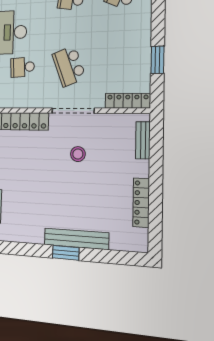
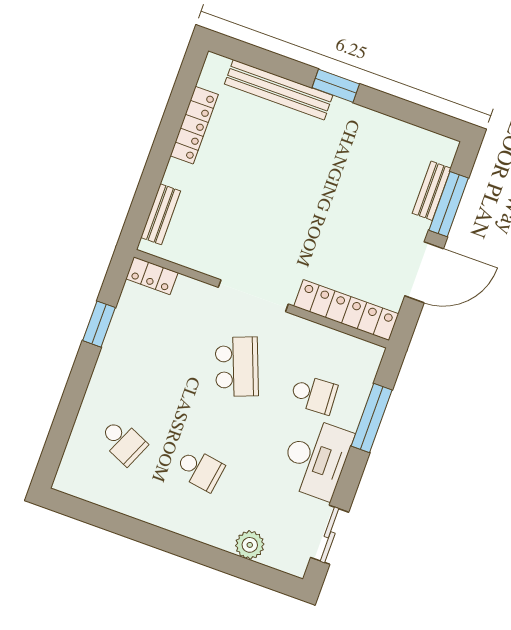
locker: (128, 101) -> (152, 276), width x0.66
stool: (78, 154) -> (267, 227), removed
bench: (76, 239) -> (279, 90), moved

